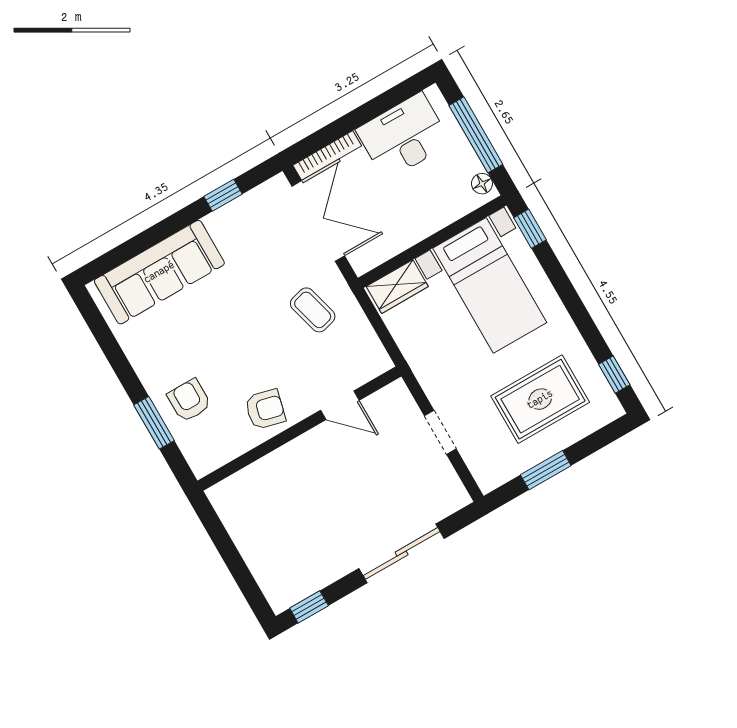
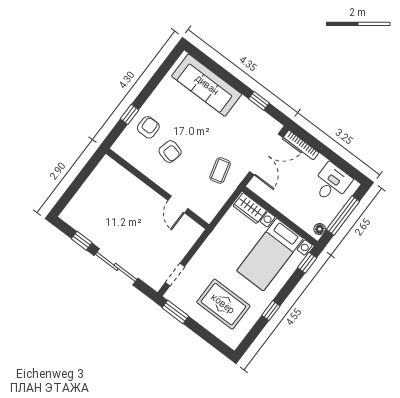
desk: (404, 136) -> (332, 183), width x0.73
window: (614, 375) -> (271, 311), moved
armchair: (265, 409) -> (170, 152), moved
window: (154, 423) -> (130, 114), width x0.67
doorway: (440, 432) -> (175, 274), moved
window: (546, 470) -> (175, 312), moved
window: (309, 607) -> (82, 241), moved

